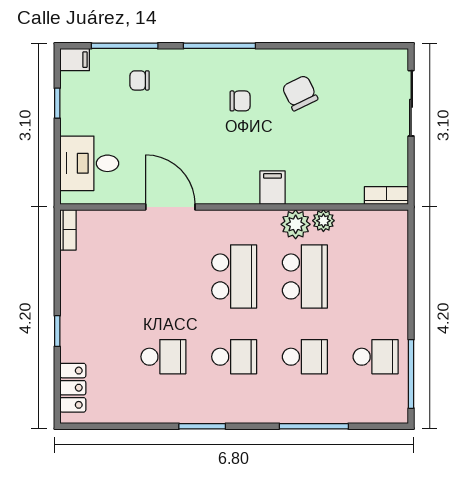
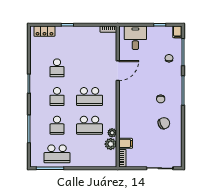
filing cabinet: (272, 188) -> (126, 143), moved
plant: (296, 224) -> (111, 144), moved
school desk: (376, 357) -> (57, 154), width x1.85

